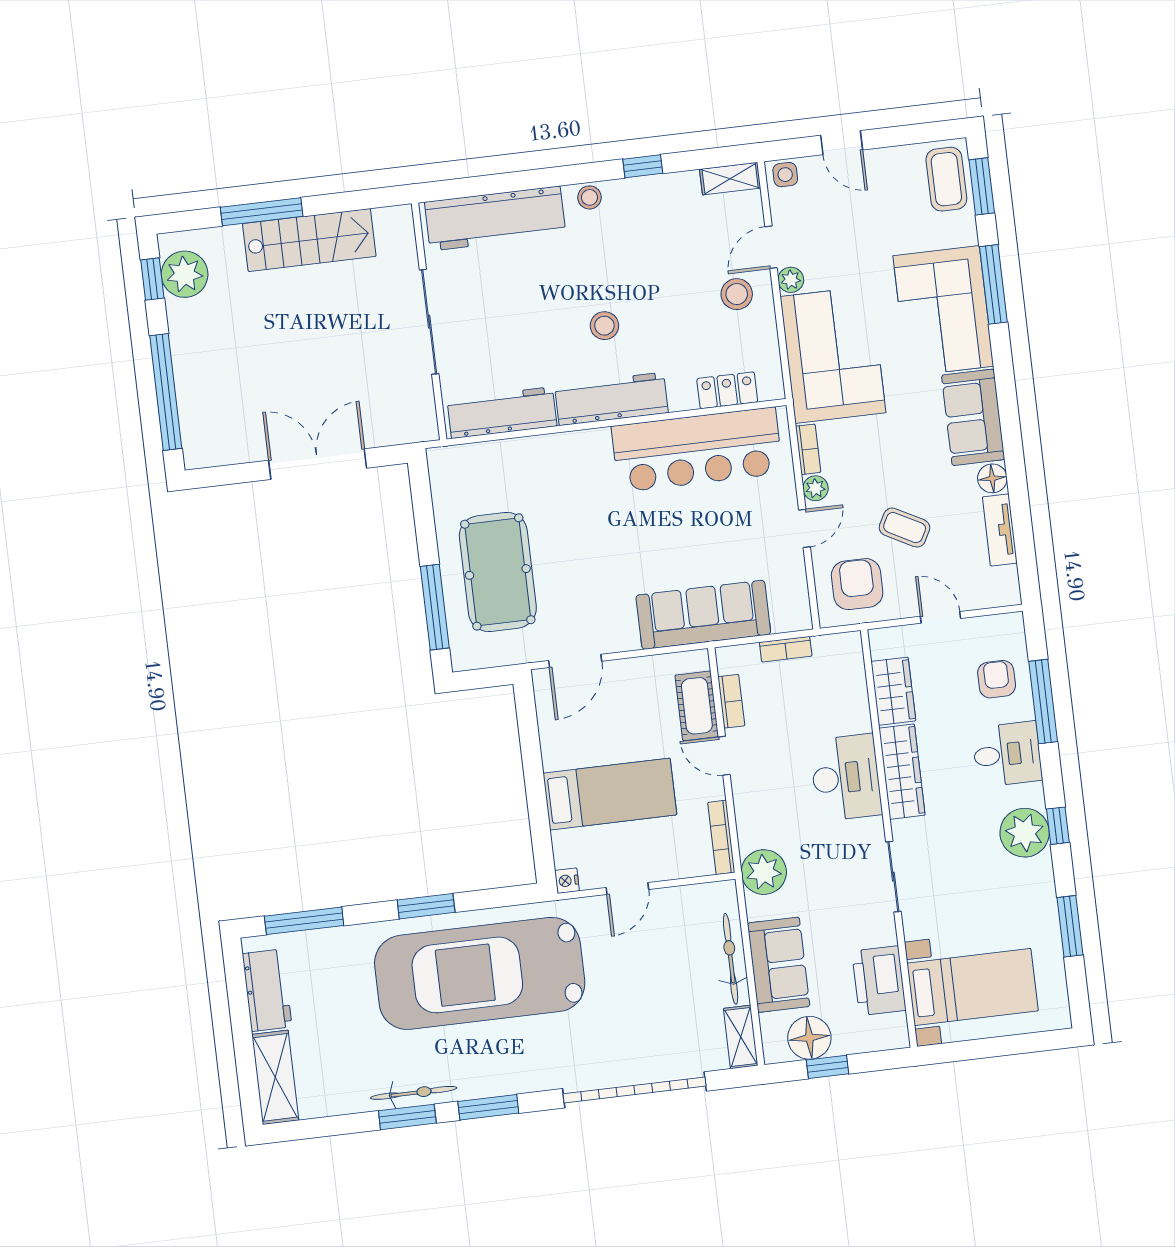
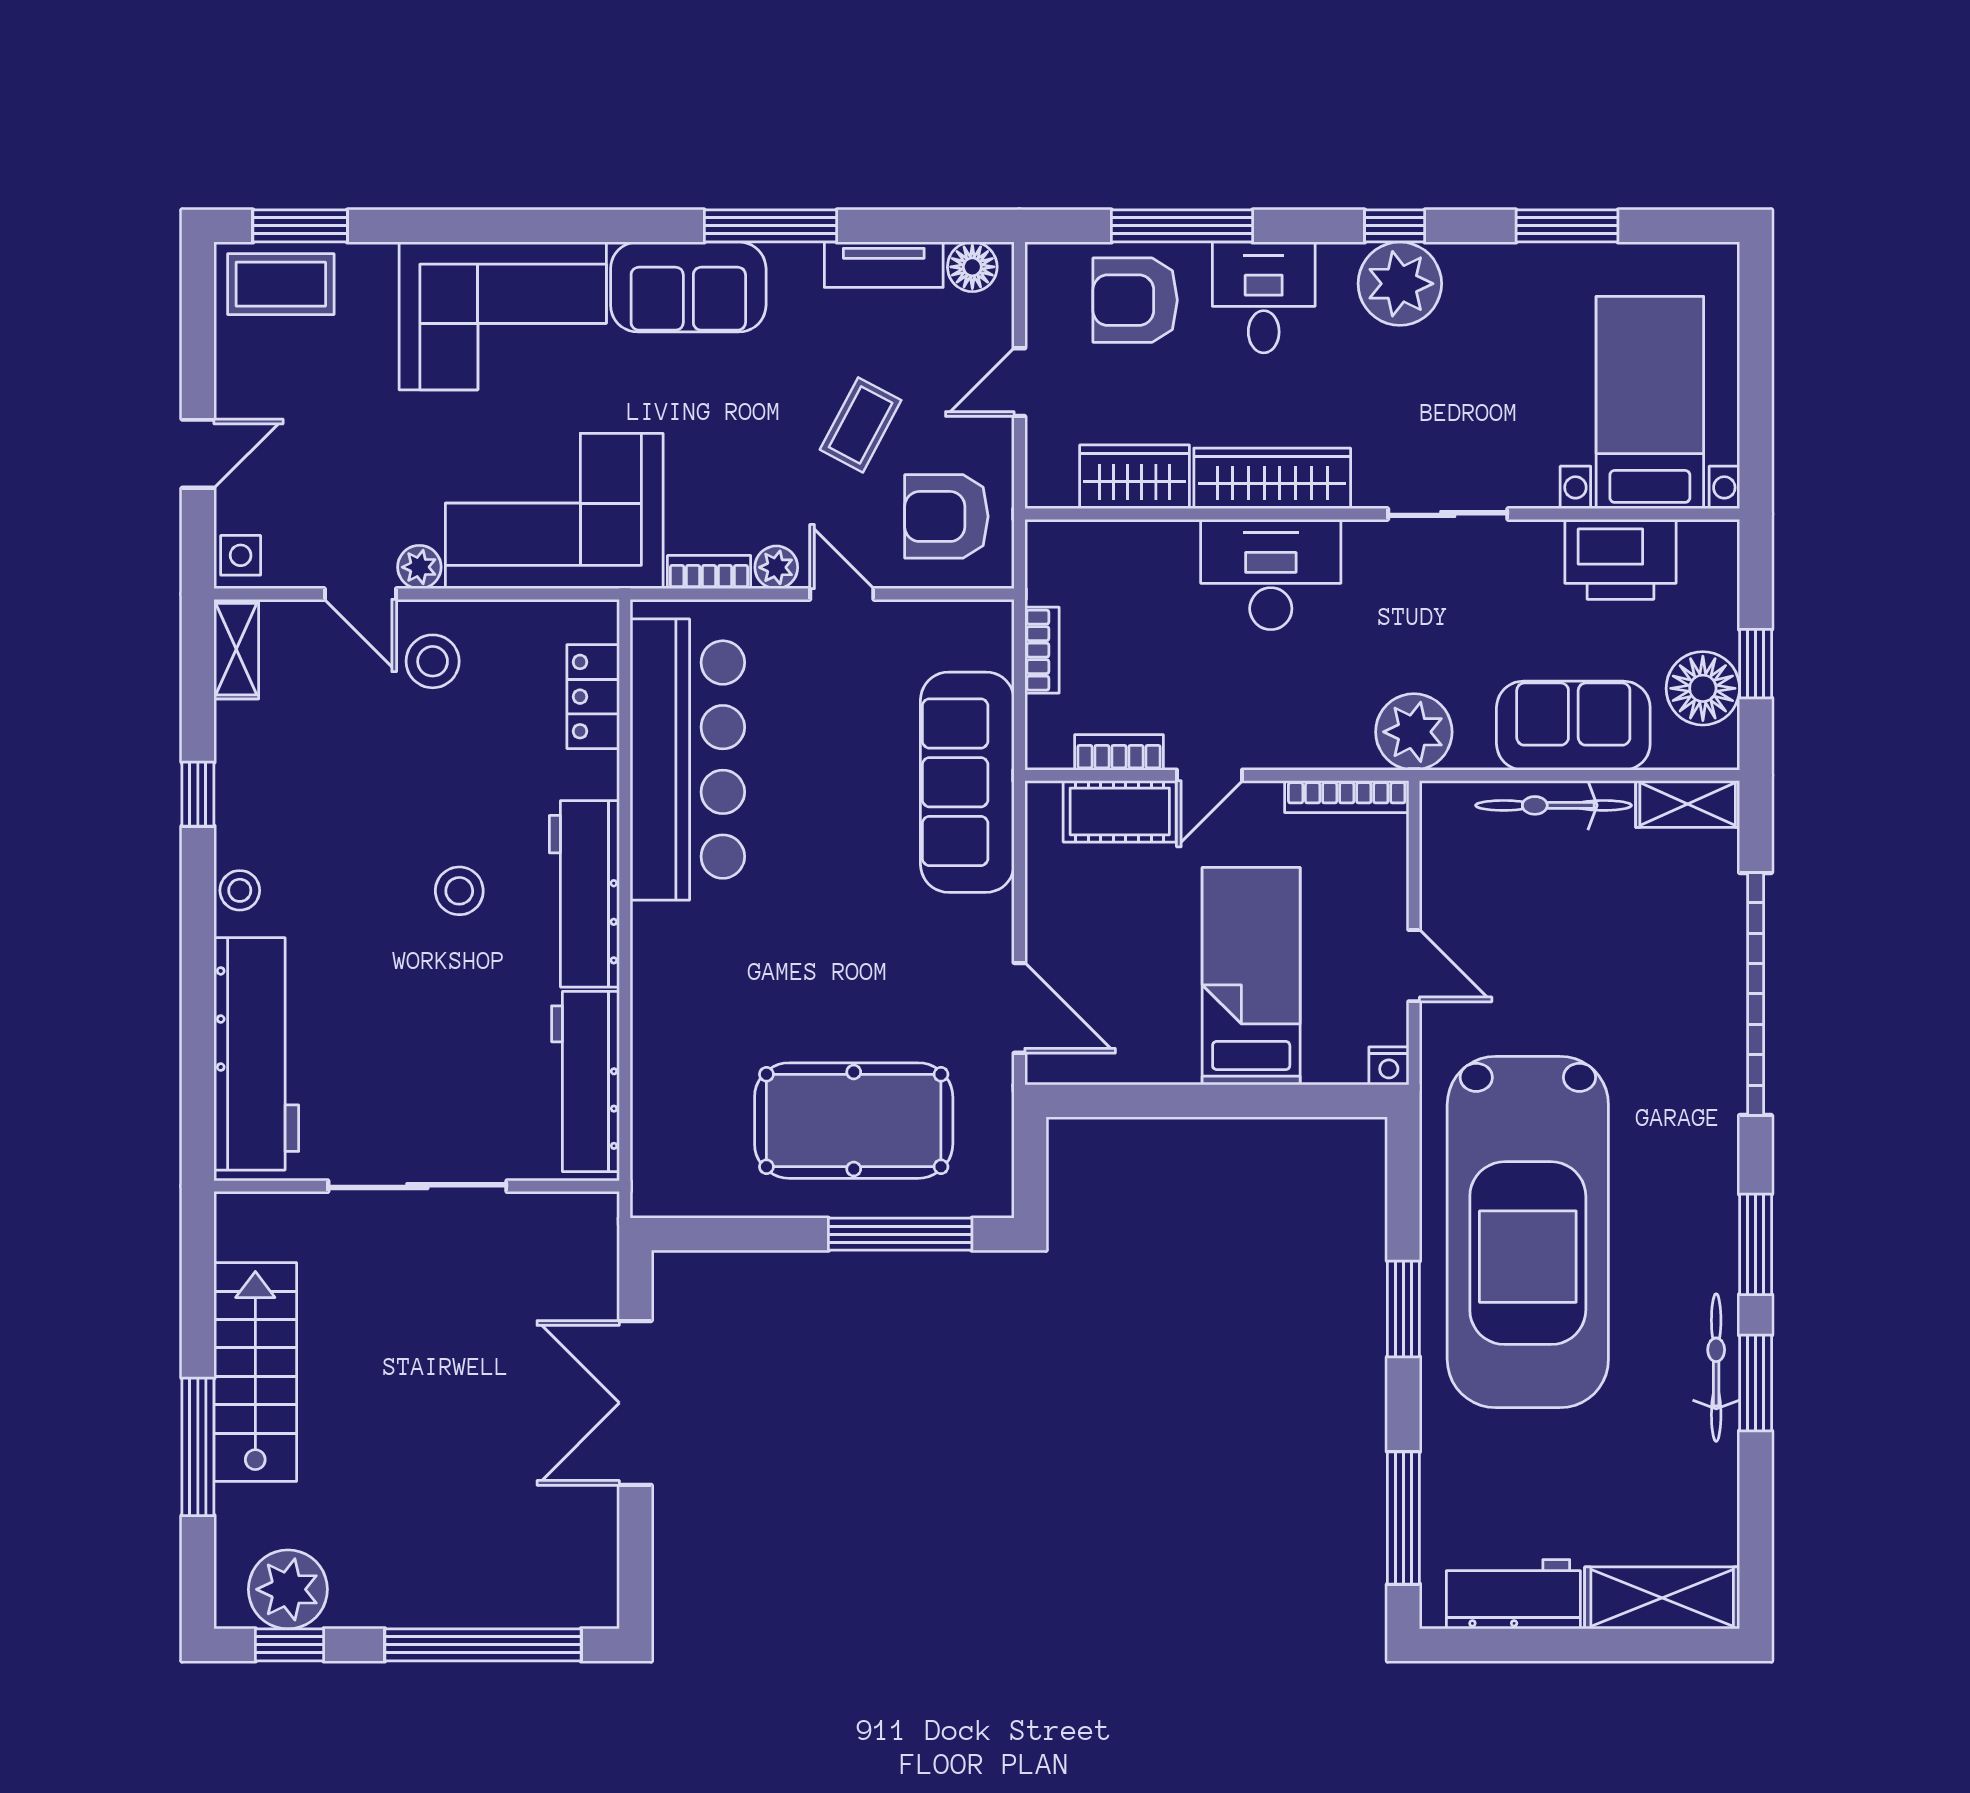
window: (993, 284) -> (770, 226), moved
floor lamp: (992, 478) -> (972, 267), moved
armchair: (997, 679) -> (1135, 300), width x1.38, depth x1.38

